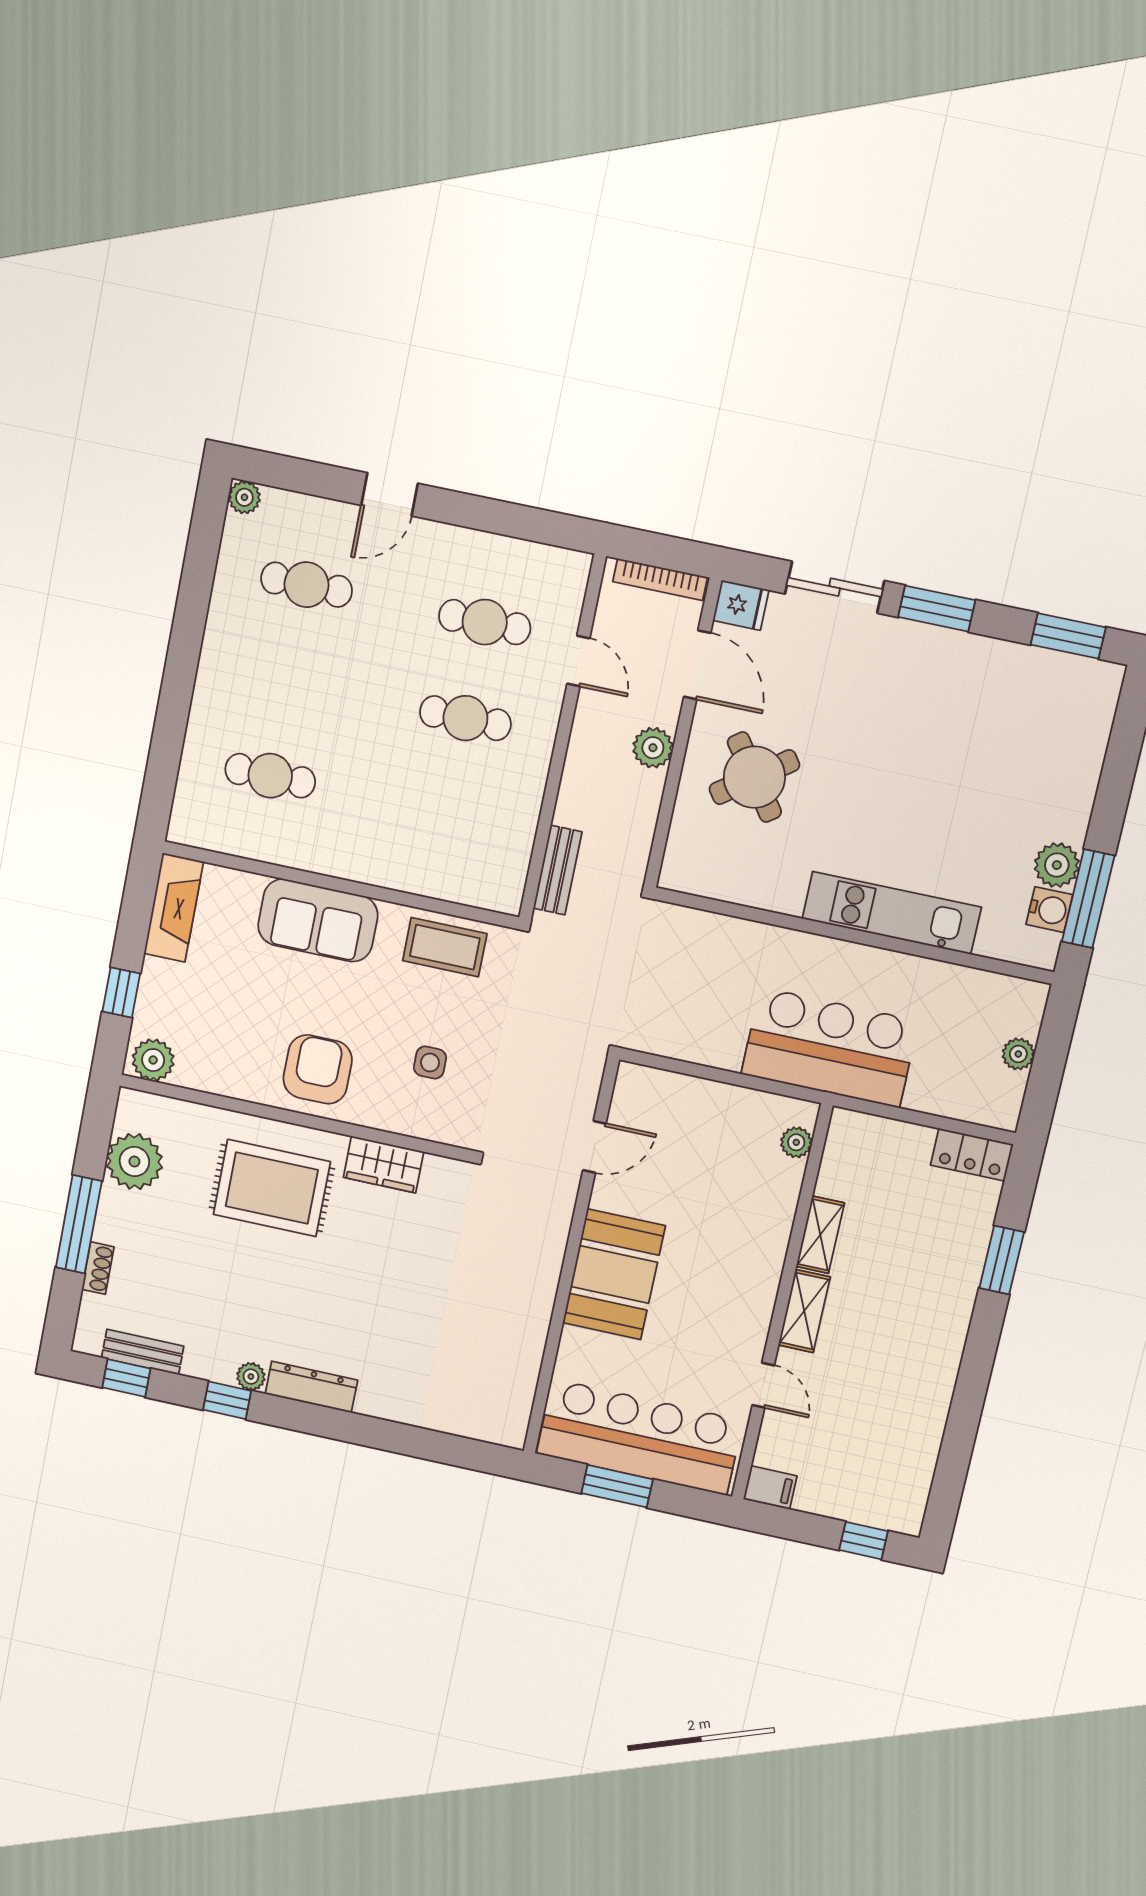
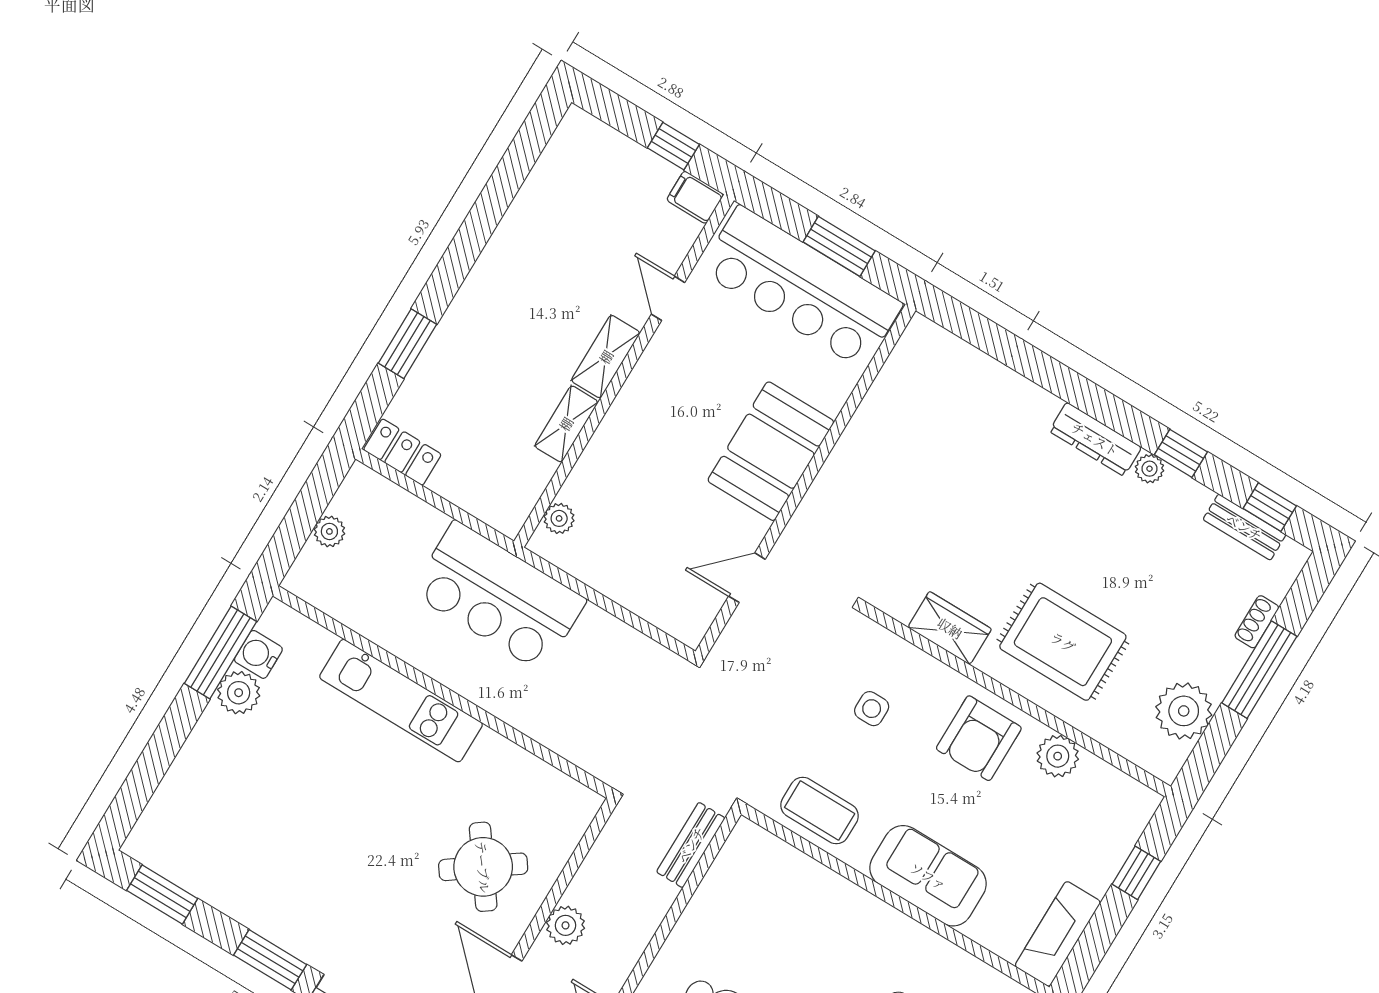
plant: (153, 1060) -> (1058, 756), moved
window: (864, 1541) -> (673, 146), moved

